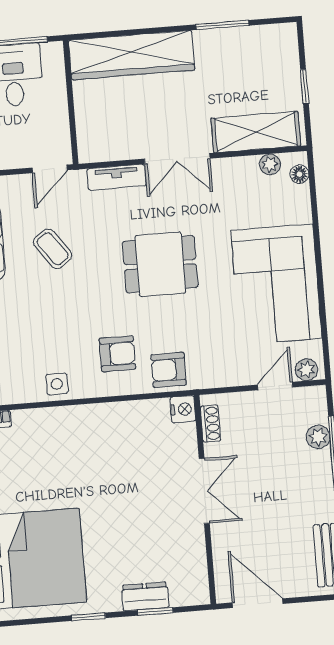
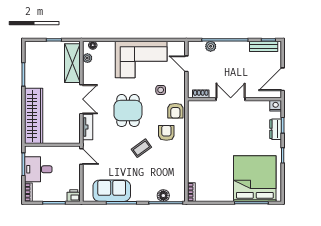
coffee table: (53, 249) -> (141, 148), moved
plant: (306, 370) -> (180, 49), removed
side table: (57, 384) -> (161, 90), moved
nightstand: (183, 409) -> (276, 106), moved

